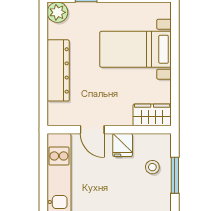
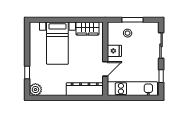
dresser: (58, 70) -> (85, 89), moved
wardrobe: (152, 115) -> (87, 29), moved, turned -90

